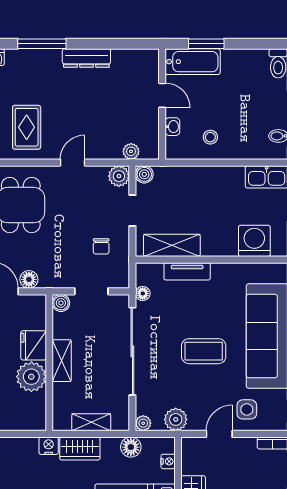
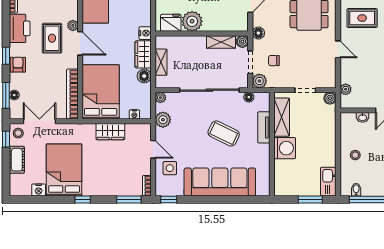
stool: (210, 137) -> (355, 155), moved
plant: (119, 176) -> (259, 81), moved
washing machine: (254, 241) -> (285, 148), moved
chair: (101, 246) -> (274, 61), moved
floor lamp: (29, 279) -> (258, 33), moved
fridge: (34, 345) -> (171, 23), moved
coffee table: (204, 351) -> (224, 133), moved, turned -64
shelving: (62, 361) -> (221, 42), moved
floor lamp: (131, 447) -> (144, 76), moved

